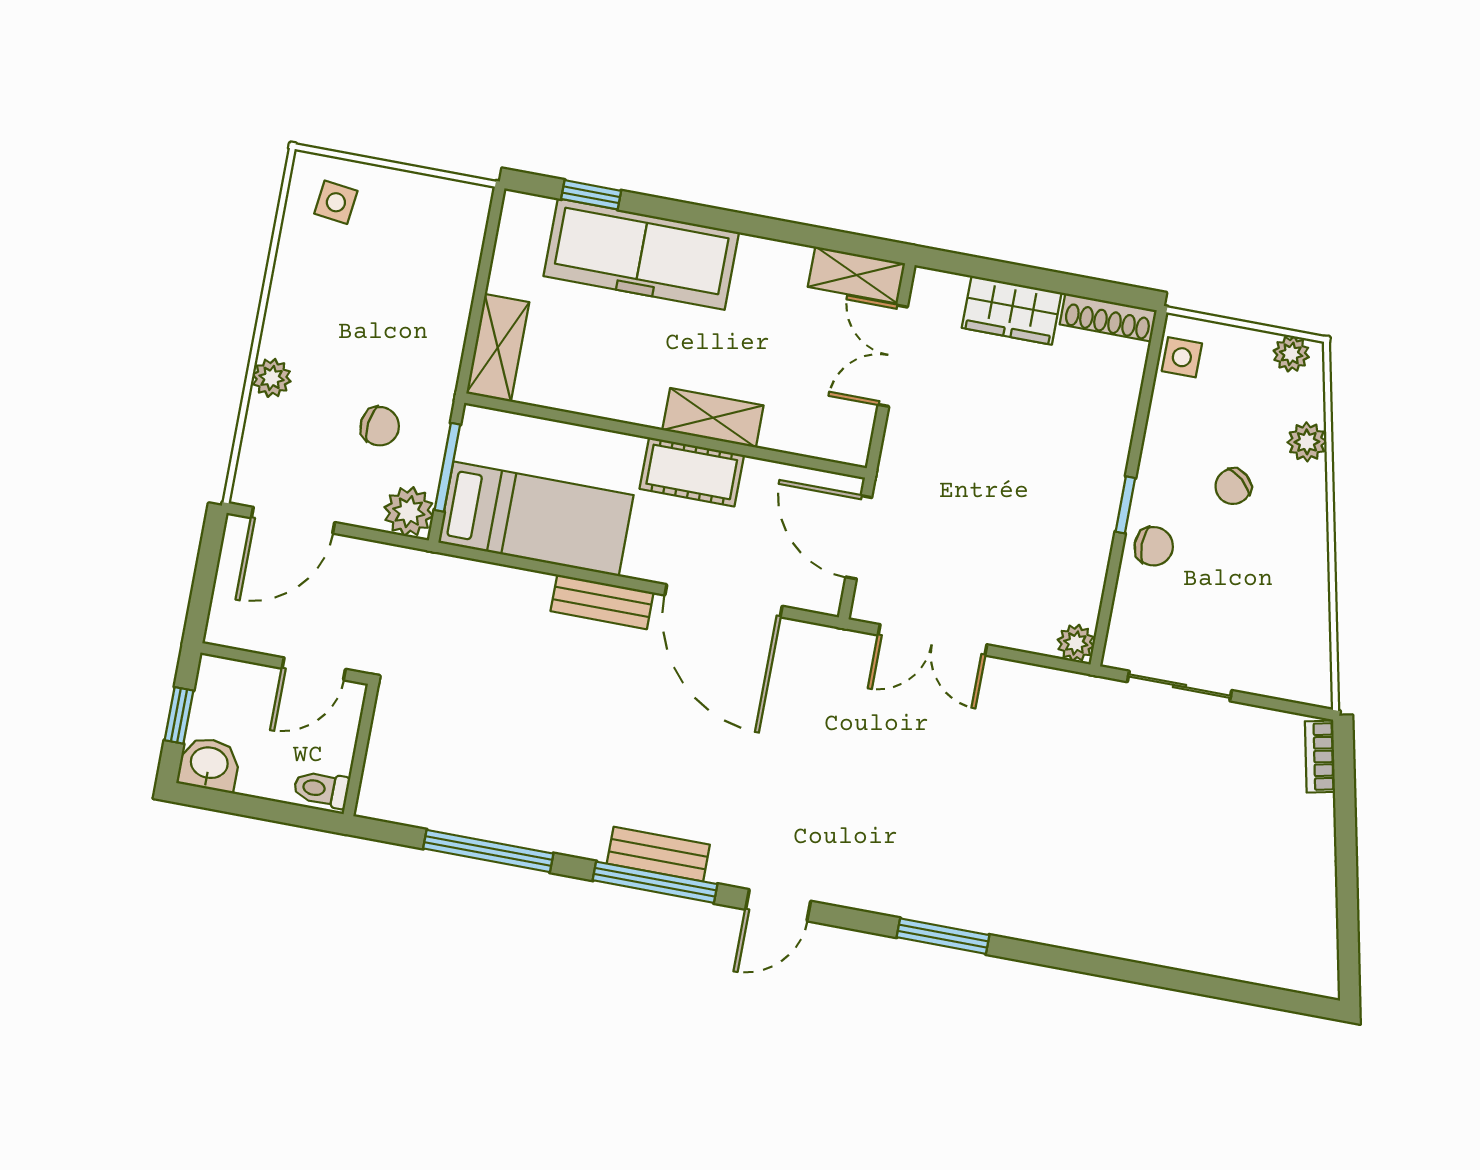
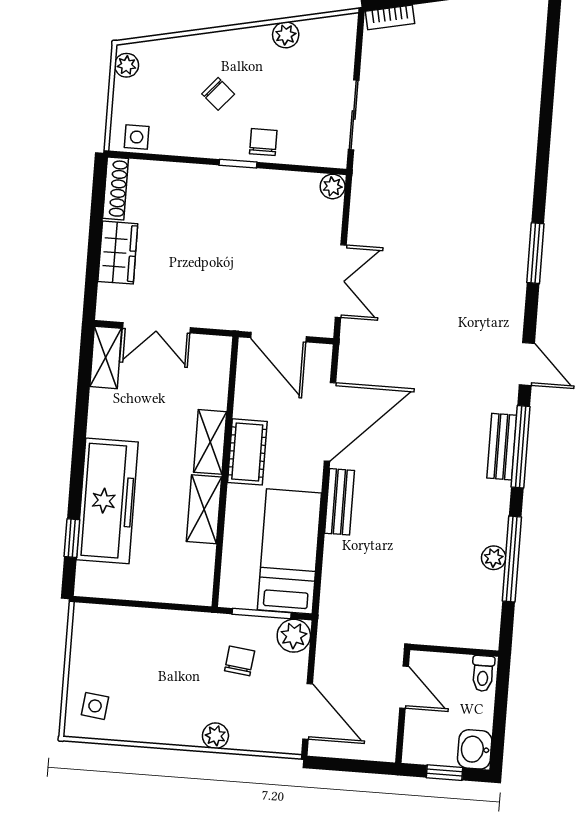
shelving: (498, 348) -> (204, 509), moved, turned 90
plant: (1307, 442) -> (286, 35), moved
door: (859, 537) -> (278, 337), hinge flipped
plant: (493, 824) -> (494, 558), added

